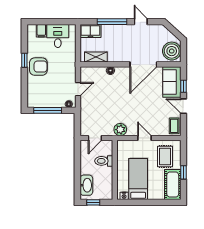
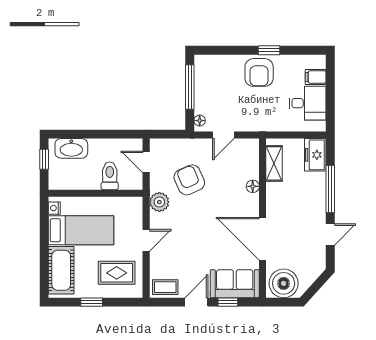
door: (78, 89) -> (223, 135), hinge flipped
armchair: (106, 111) -> (189, 180), added
cot: (173, 185) -> (61, 270), moved, turned 90

